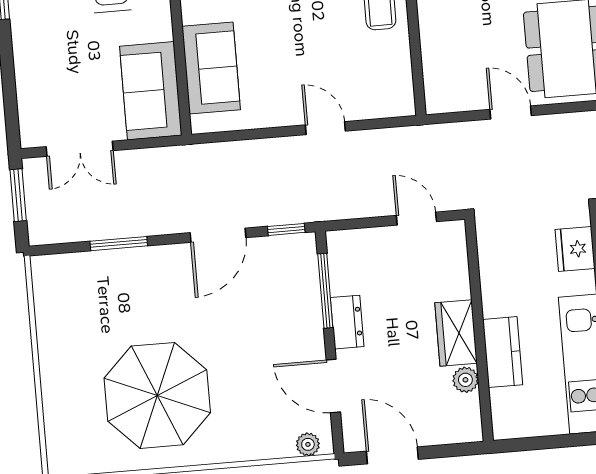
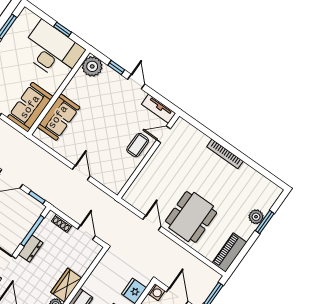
shoe rack: (363, 238) -> (62, 223), added

